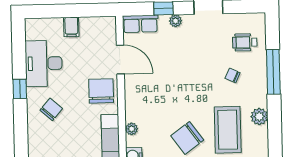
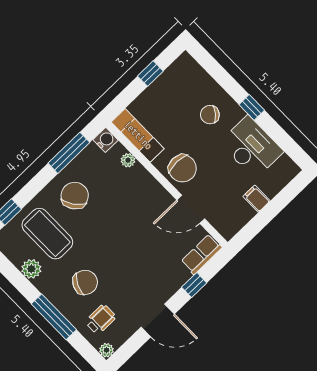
plant: (176, 21) -> (106, 350), moved
chair: (233, 76) -> (85, 282), width x1.87, depth x1.87
chair: (51, 109) -> (210, 115), turned 88

